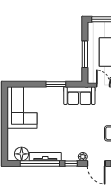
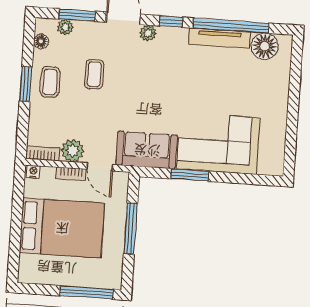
corner sofa: (22, 108) -> (218, 143), moved, turned 90

